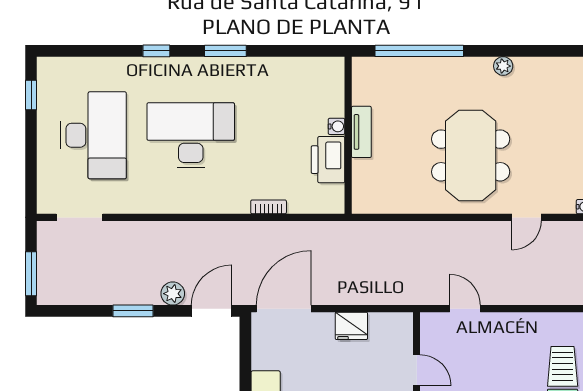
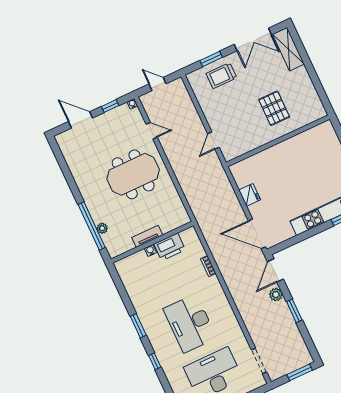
plant: (503, 66) -> (102, 228), moved
door: (212, 311) -> (275, 270), hinge flipped
door: (417, 370) -> (257, 151), removed

